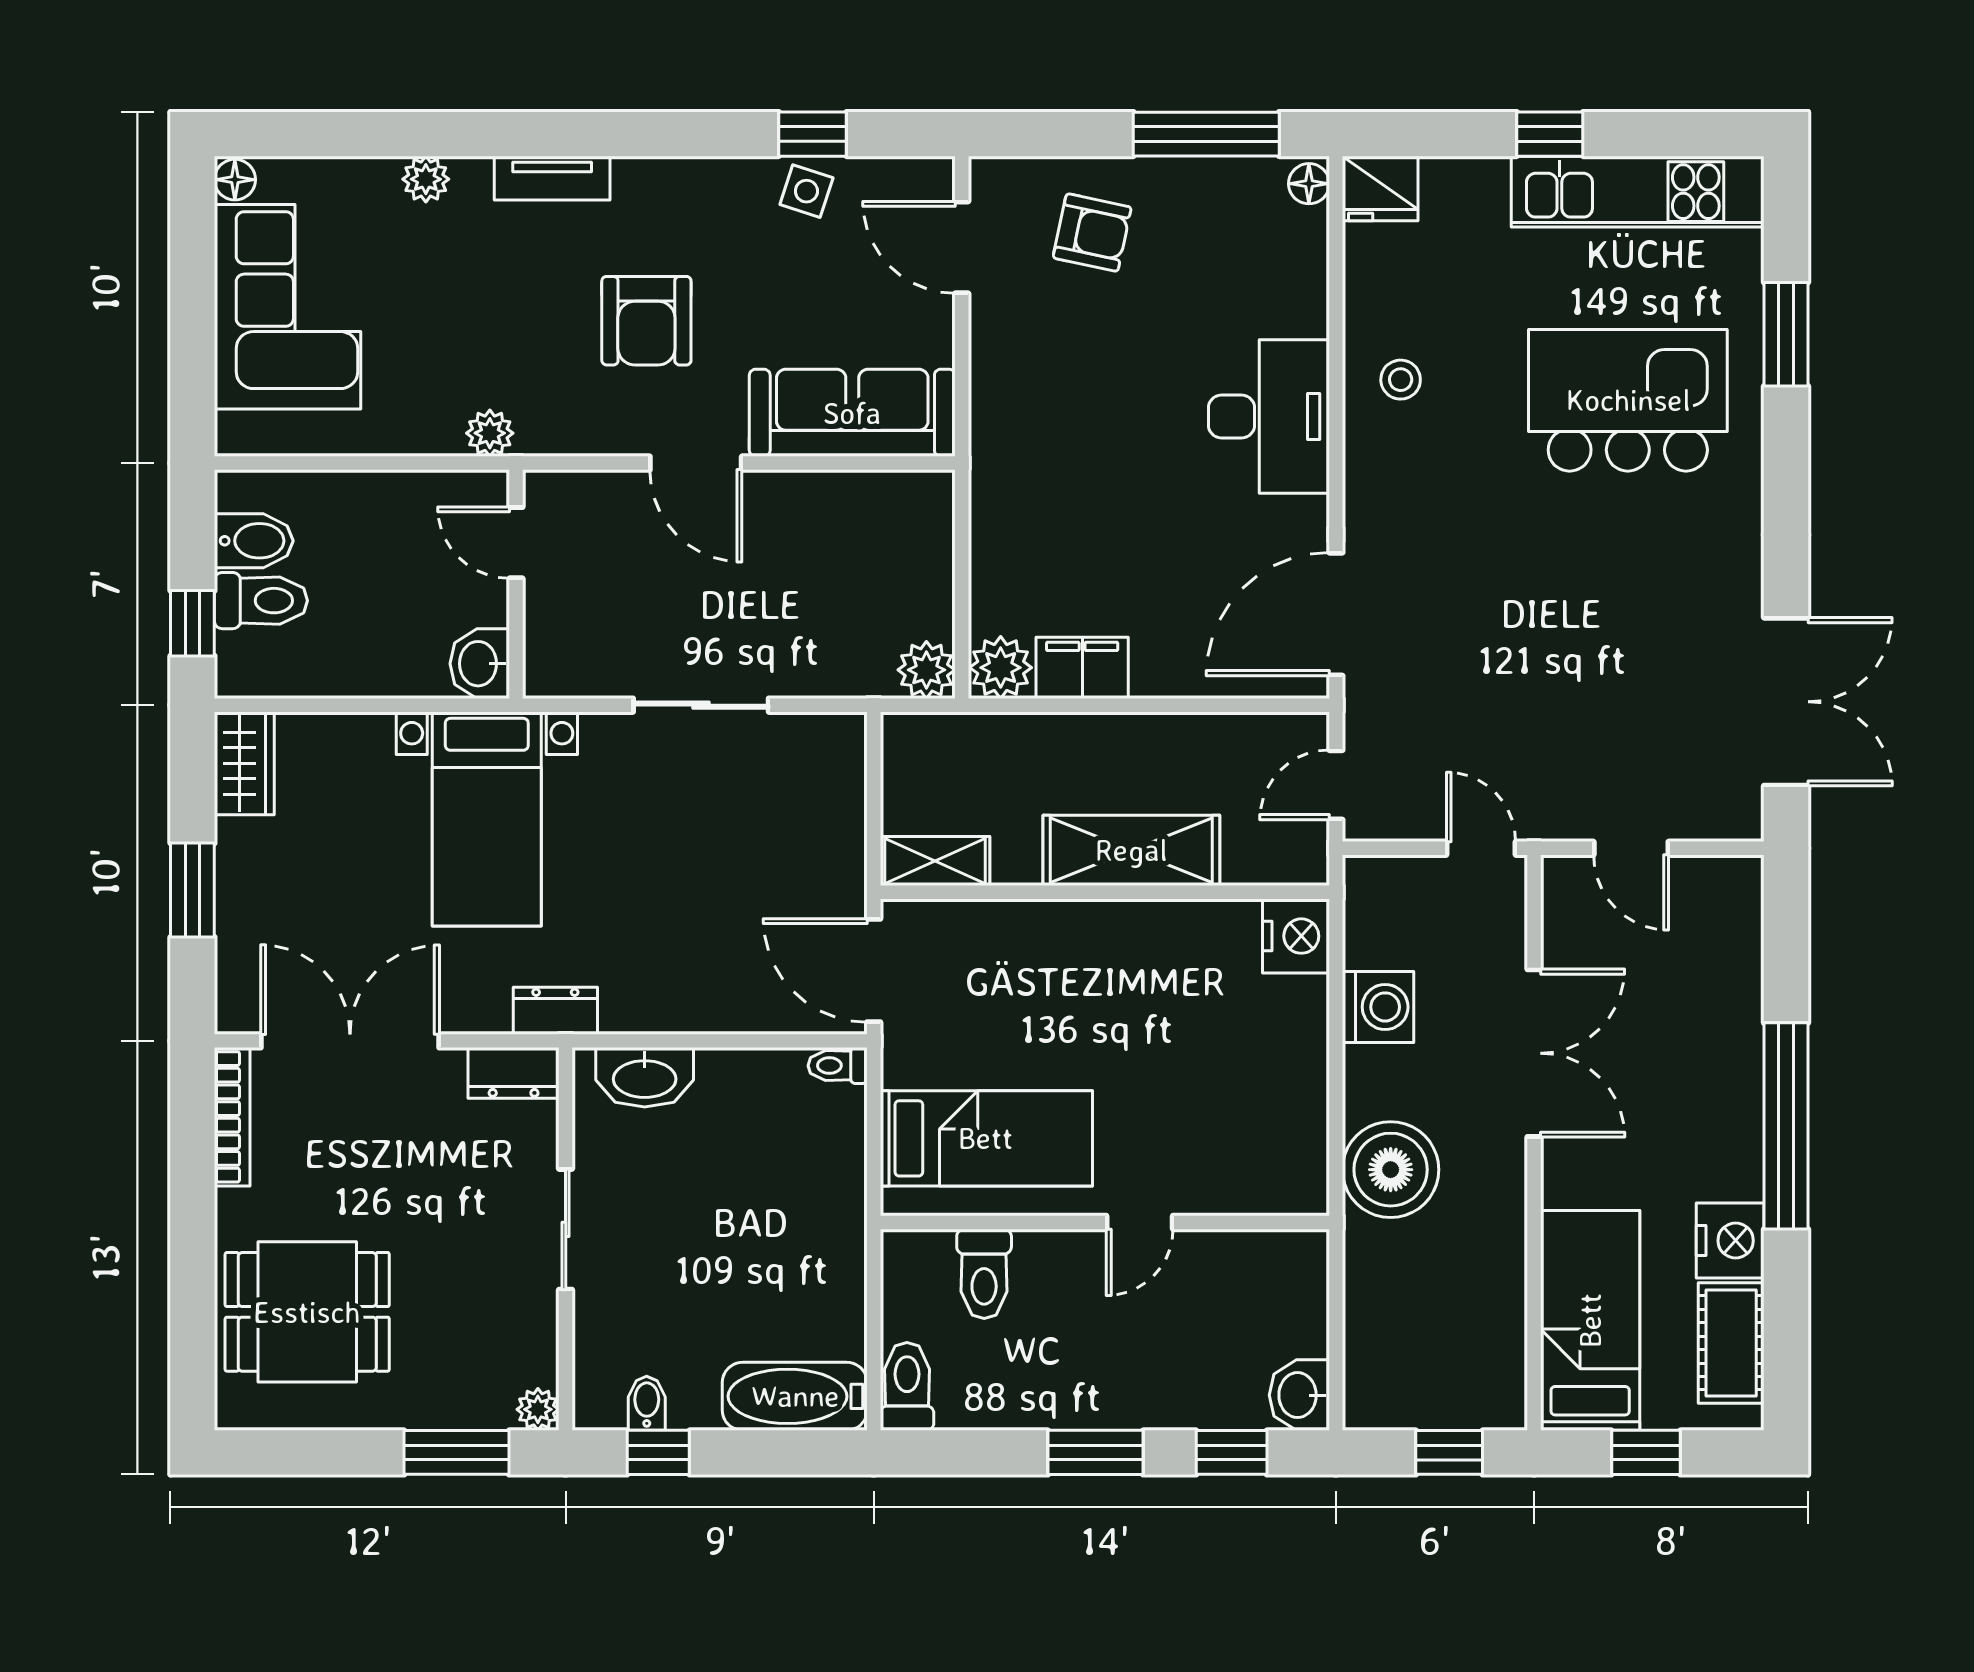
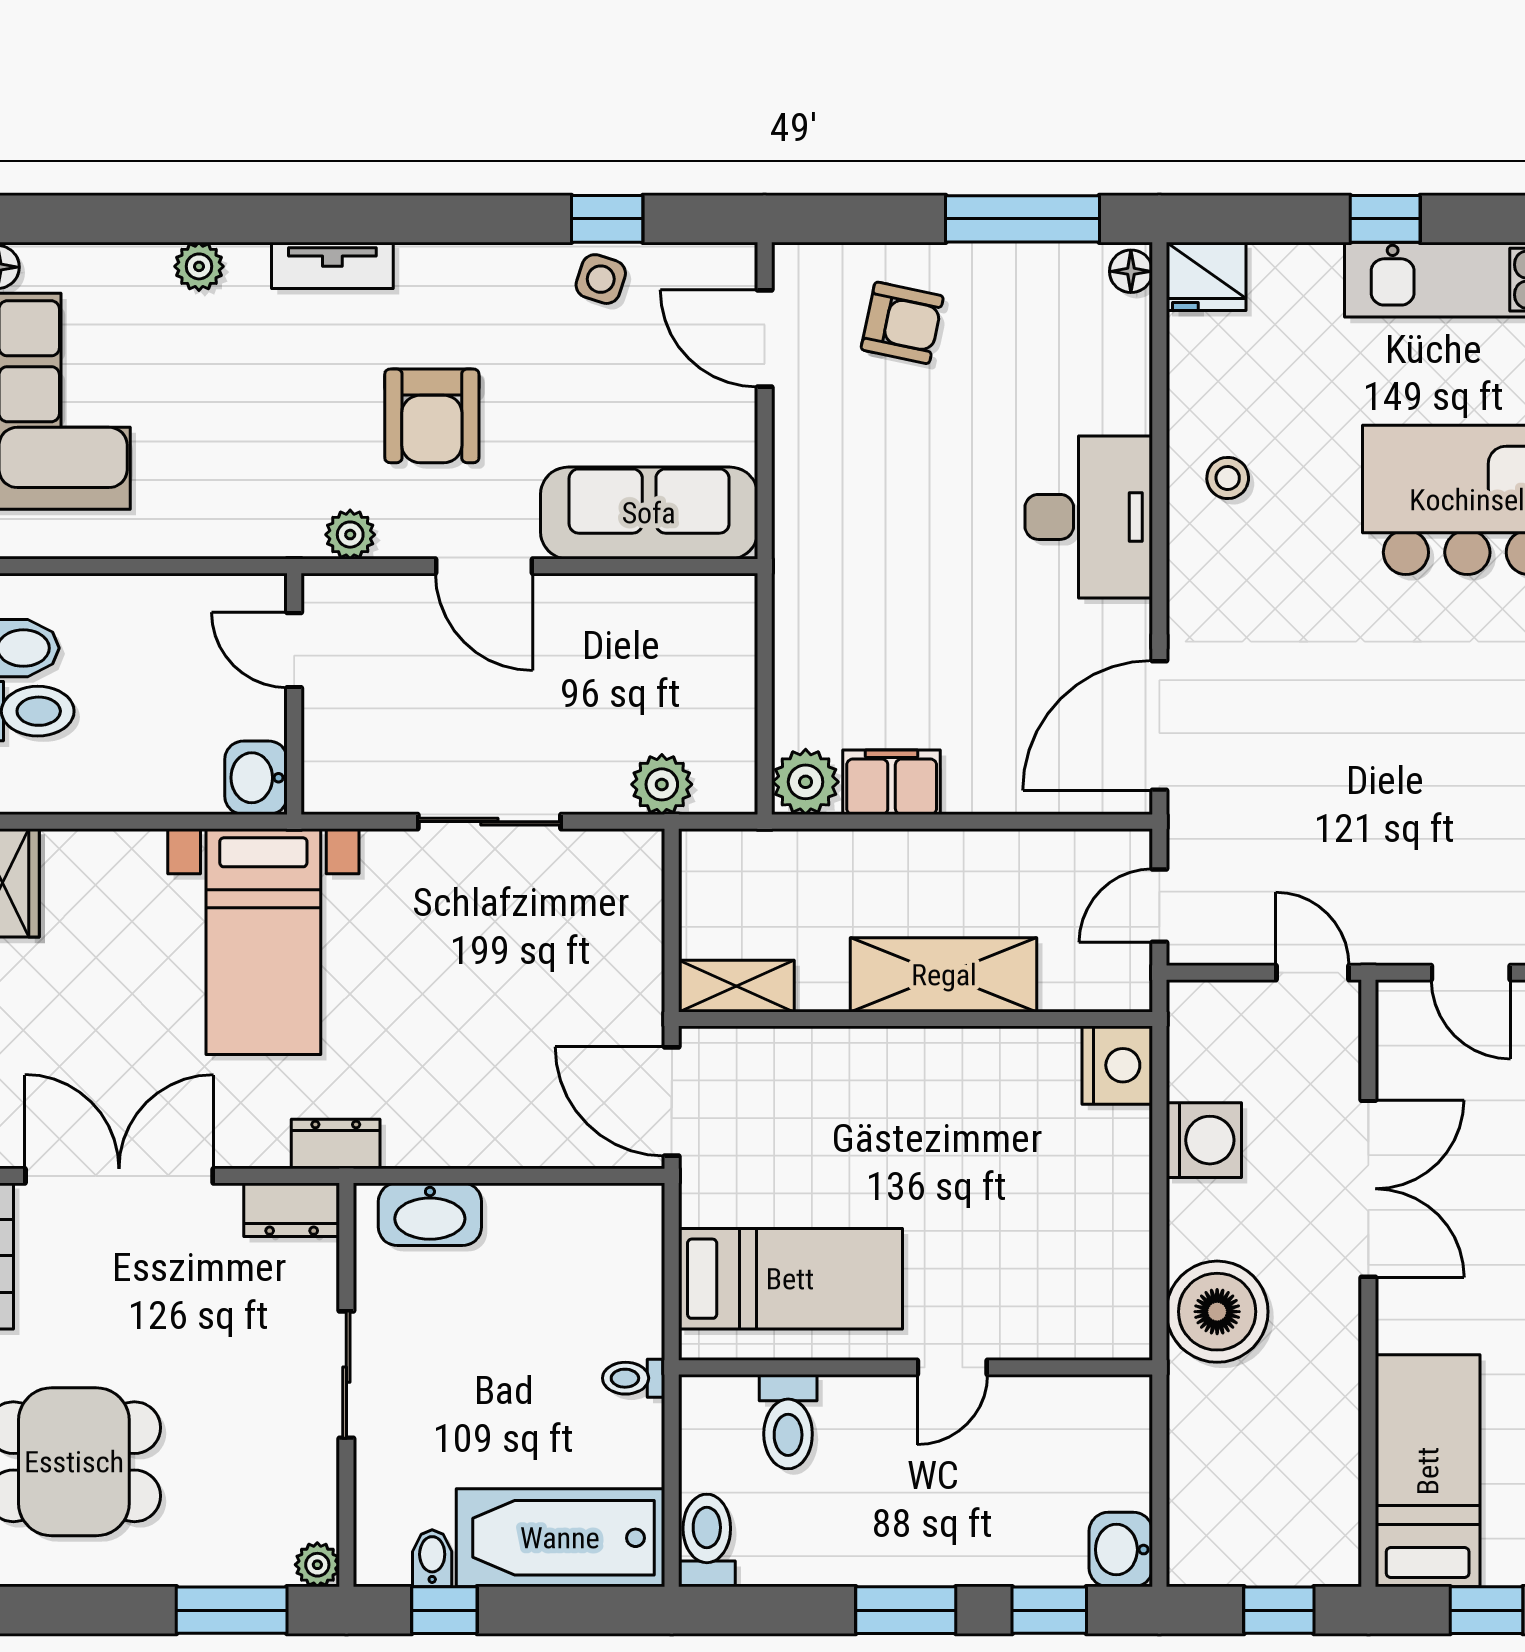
plant: (490, 433) -> (350, 535), moved
plant: (926, 670) -> (662, 784), moved
toilet: (838, 1066) -> (634, 1378), moved
bathtub: (795, 1396) -> (560, 1538), width x1.36, depth x1.36

